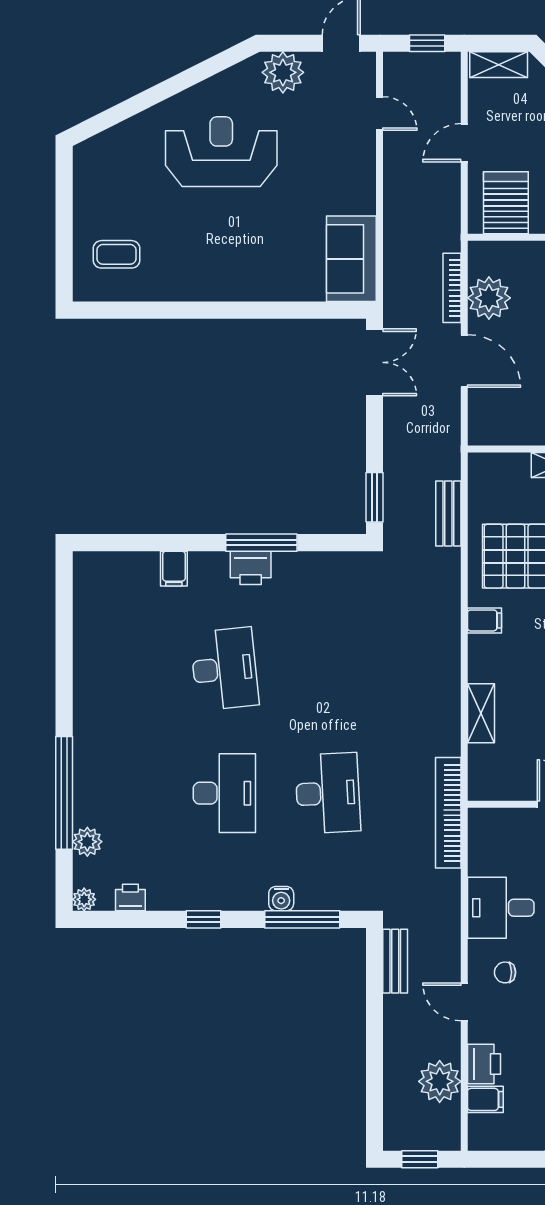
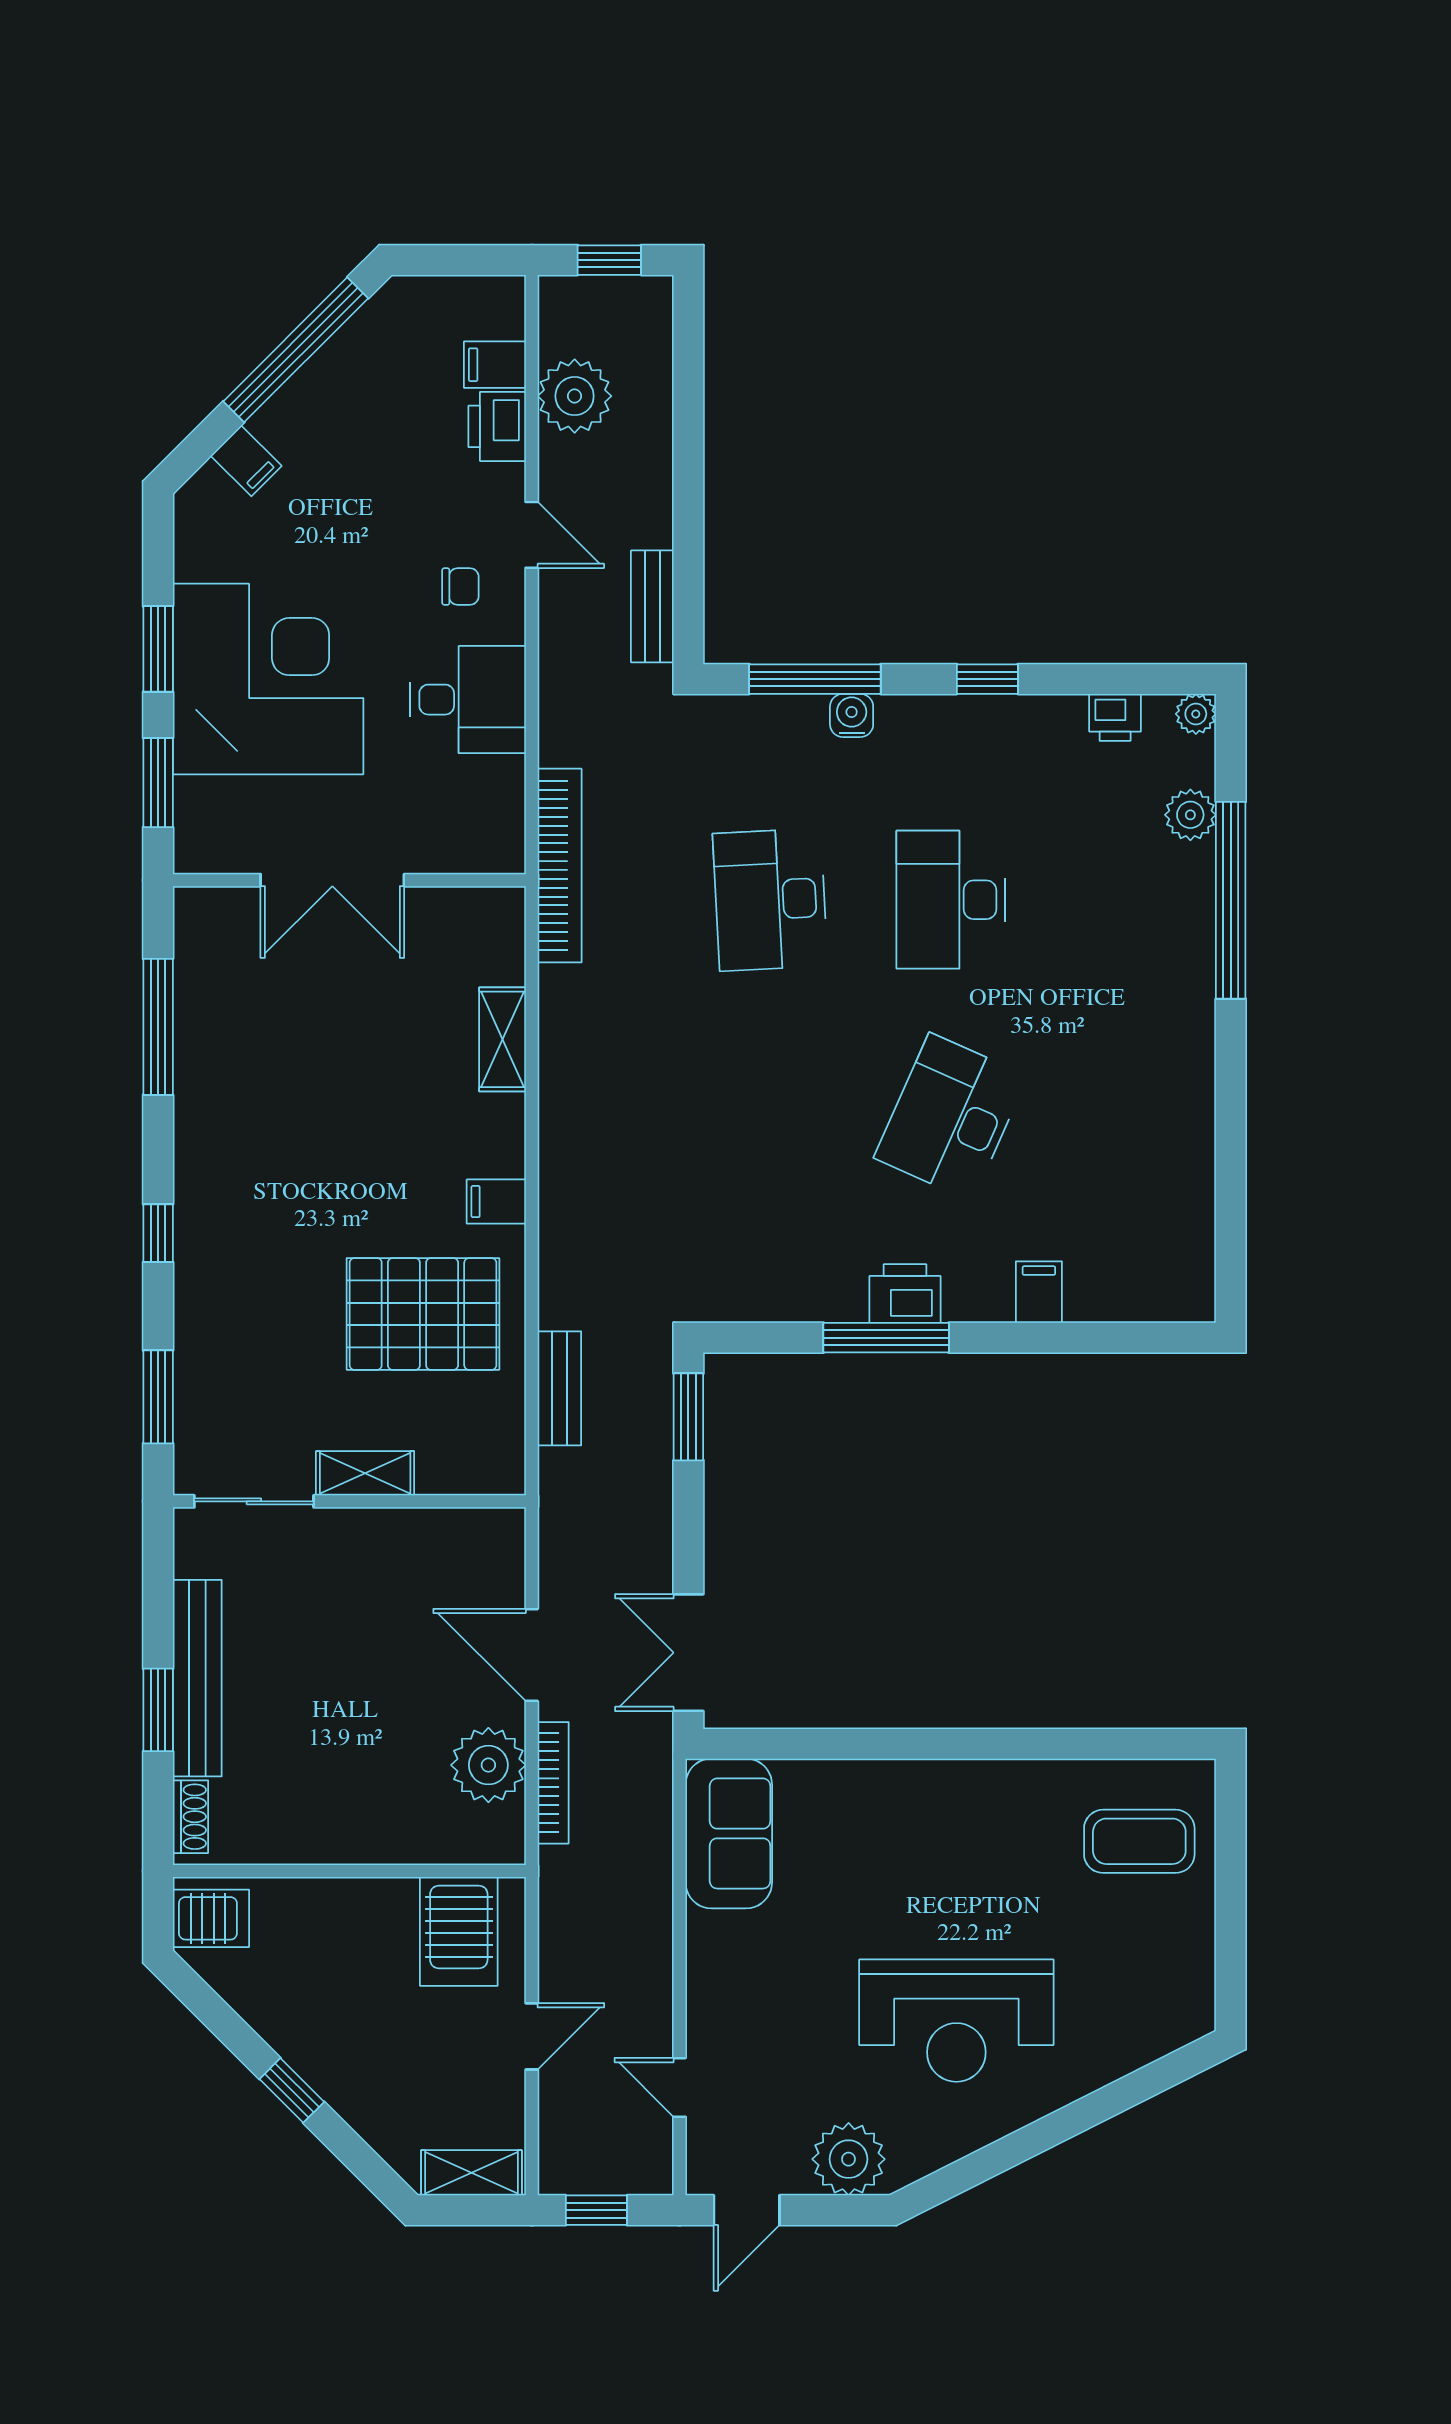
coffee table: (117, 254) -> (1139, 1841), width x1.36, depth x1.30
desk: (224, 669) -> (951, 1117), turned 30

